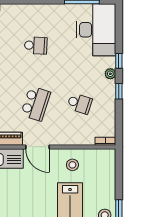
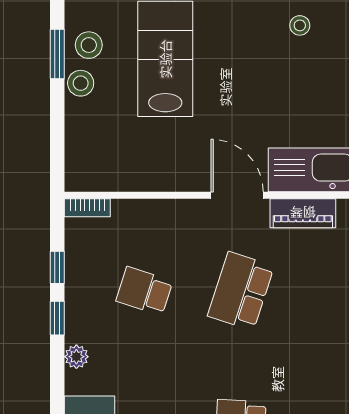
window: (119, 61) -> (57, 267), moved
stool: (72, 165) -> (81, 83), moved

